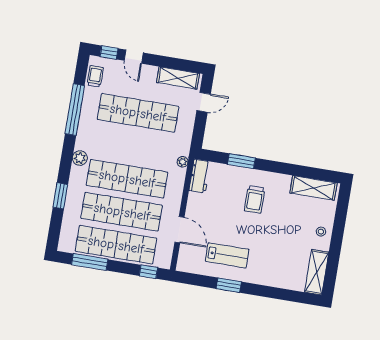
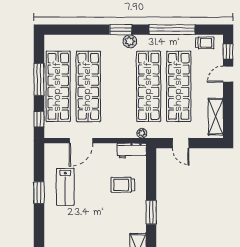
door: (204, 102) -> (181, 143), moved
window: (241, 161) -> (151, 212), moved
shop shelf: (127, 179) -> (149, 86), moved
window: (60, 196) -> (121, 30), moved
trolley: (255, 199) -> (123, 185), moved
window: (90, 262) -> (39, 79), moved

